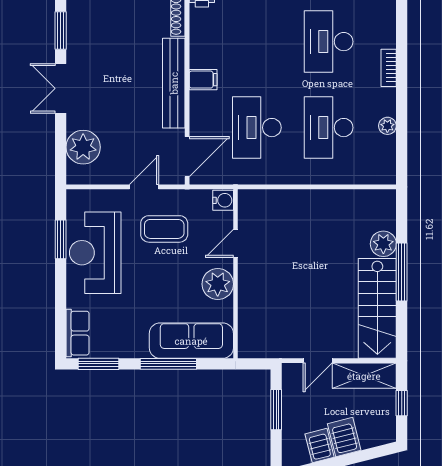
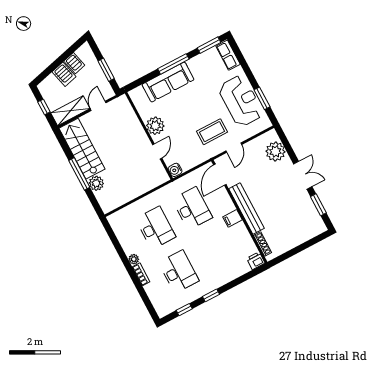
plant: (387, 126) -> (134, 259), moved
water cooler: (223, 200) -> (175, 170), moved
door: (236, 243) -> (157, 151), moved
wall: (236, 274) -> (149, 136), moved
plant: (218, 284) -> (155, 126), moved

